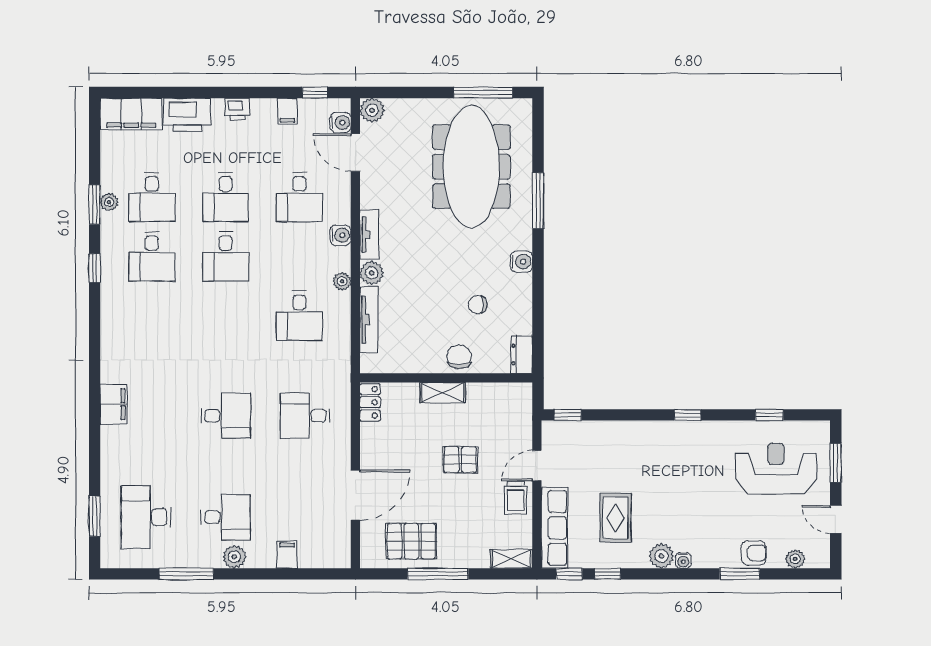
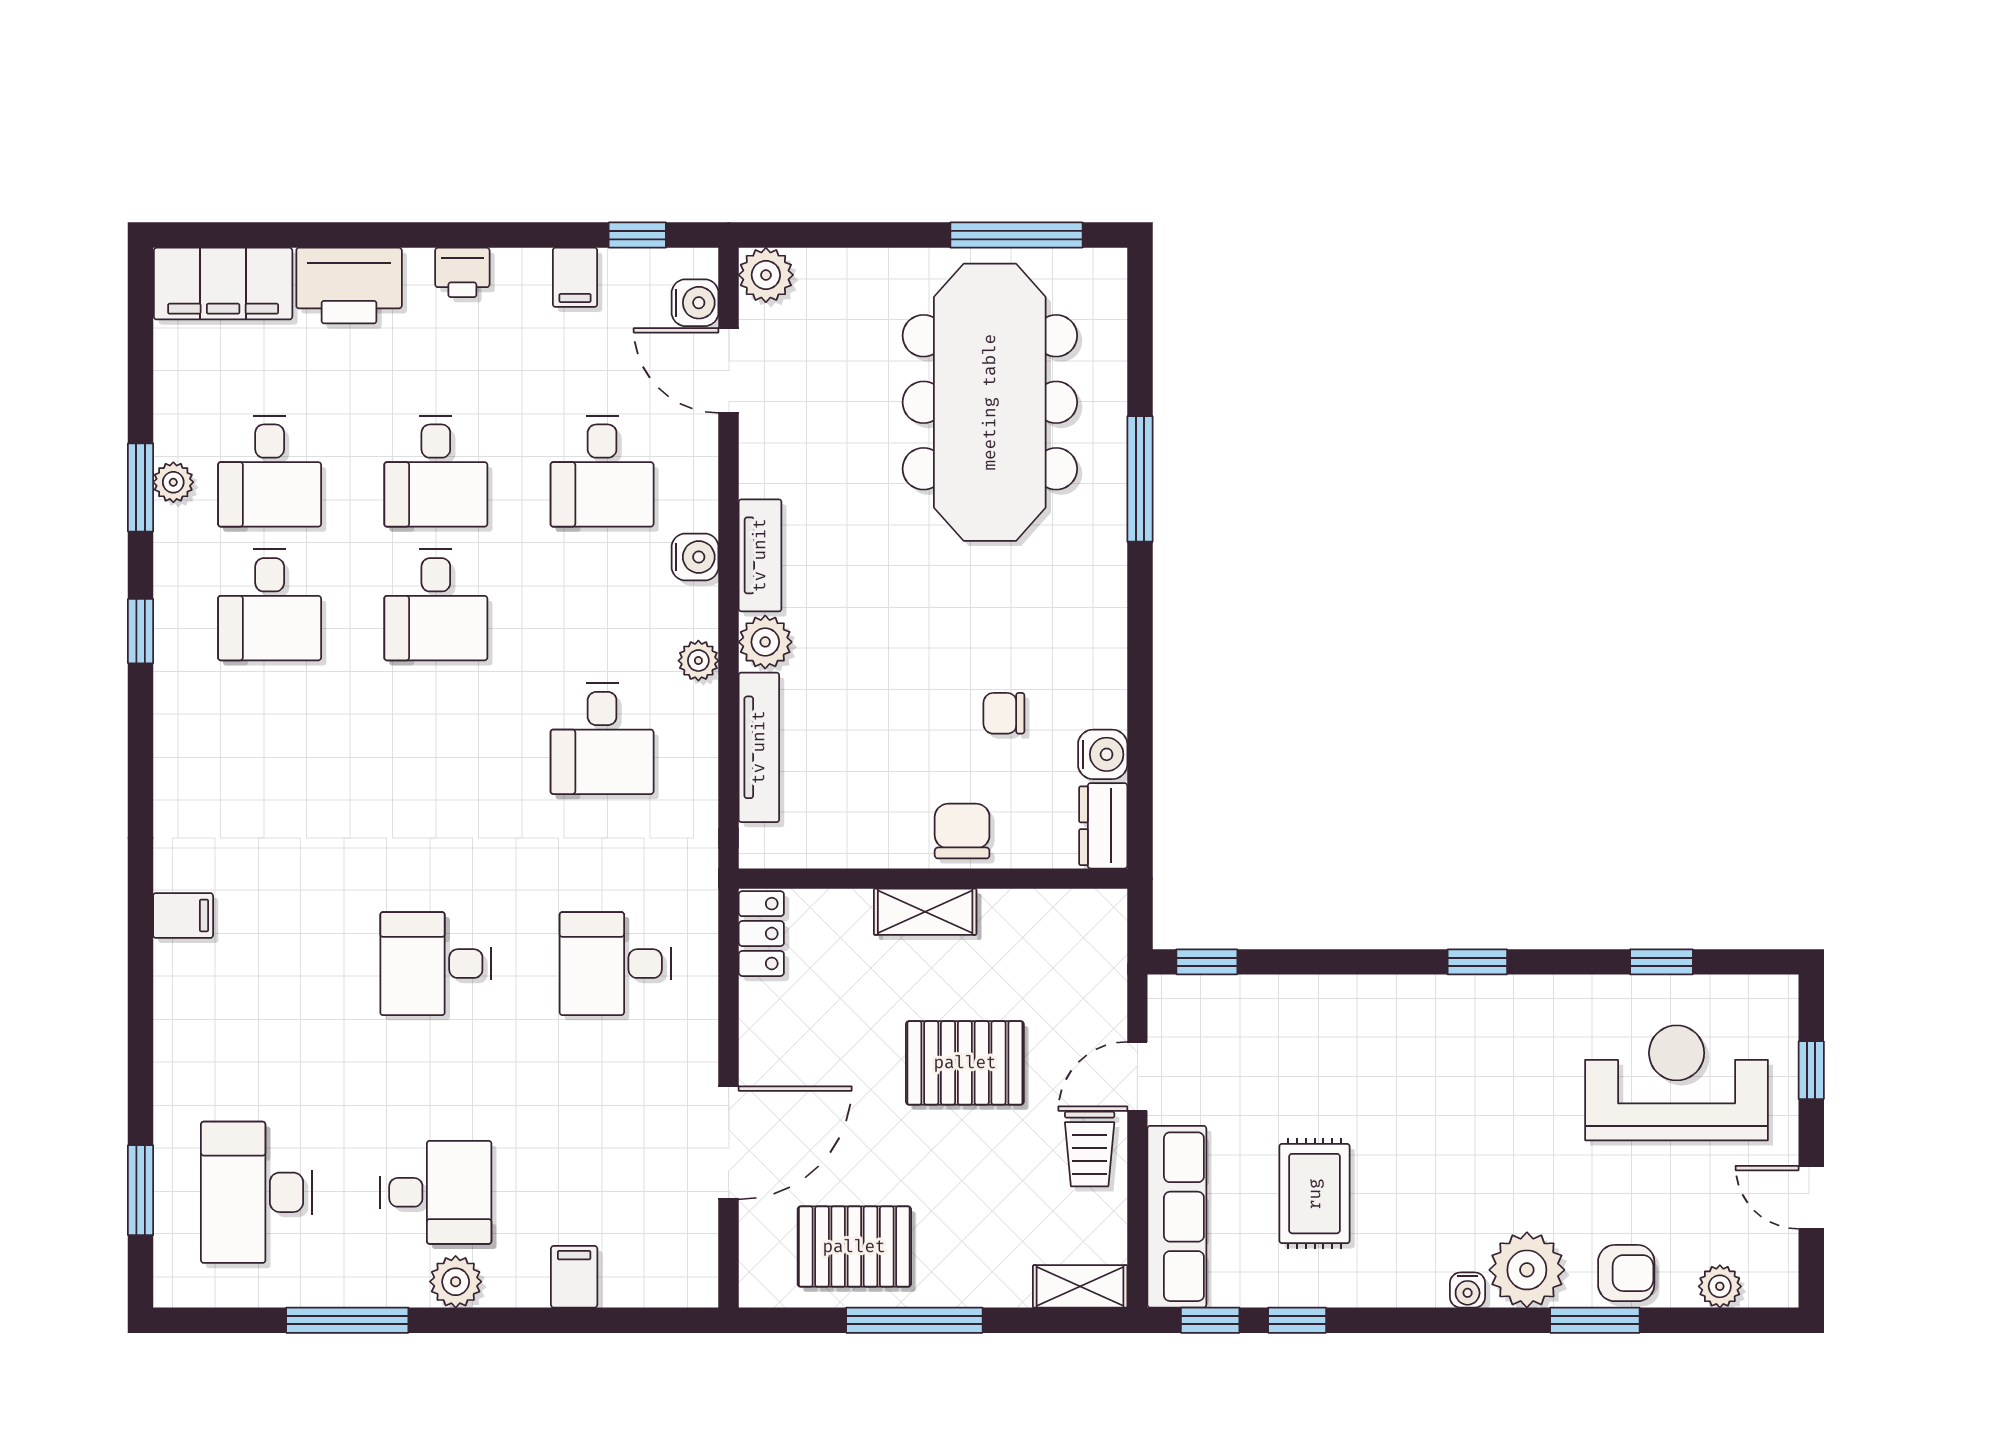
water cooler: (521, 262) -> (1103, 754), moved
filing cabinet: (113, 404) -> (183, 915), width x0.50
desk: (226, 416) -> (436, 964), turned 180
pallet: (460, 460) -> (965, 1063), width x1.50, depth x1.42
window: (836, 463) -> (1811, 1070), width x0.67
plant: (661, 556) -> (1527, 1270), moved, width x1.36, depth x1.36

